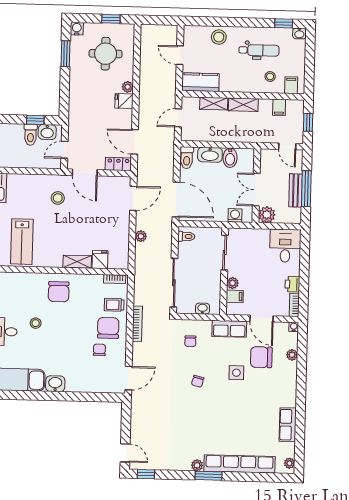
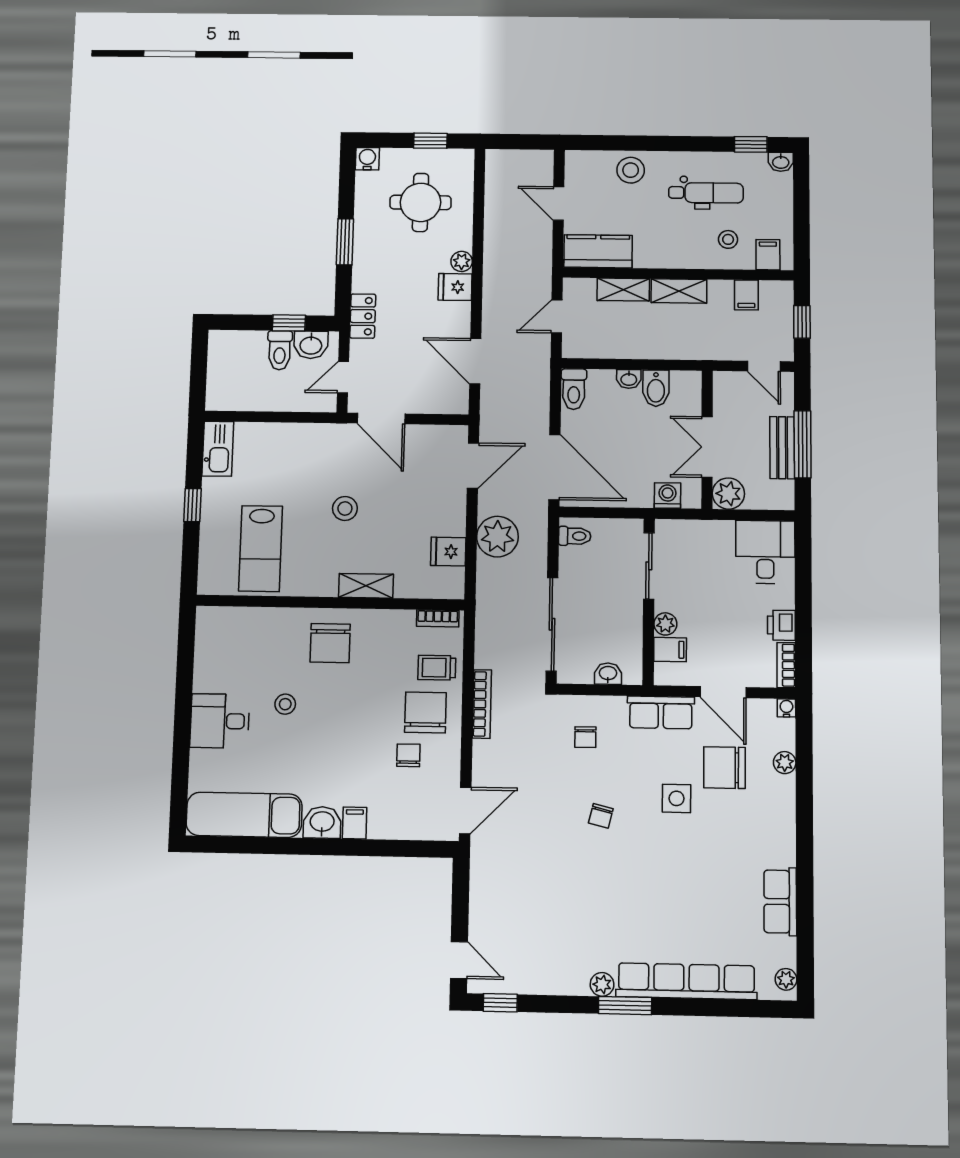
window: (66, 54) -> (345, 242), moved
washbasin: (210, 155) -> (629, 379), width x0.52, depth x0.69
locker: (118, 164) -> (363, 316), moved, turned 90
stool: (58, 198) -> (345, 508), moved
plant: (141, 236) -> (497, 537), width x1.88, depth x1.88
fridge: (100, 260) -> (448, 552), moved, turned -90
filing cabinet: (72, 384) -> (355, 823), added

